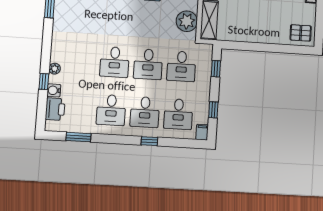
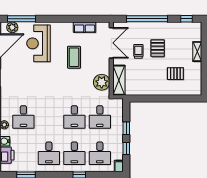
pallet: (301, 33) -> (175, 74), moved
desk: (115, 62) -> (23, 117), moved
window: (216, 69) -> (126, 128), moved

